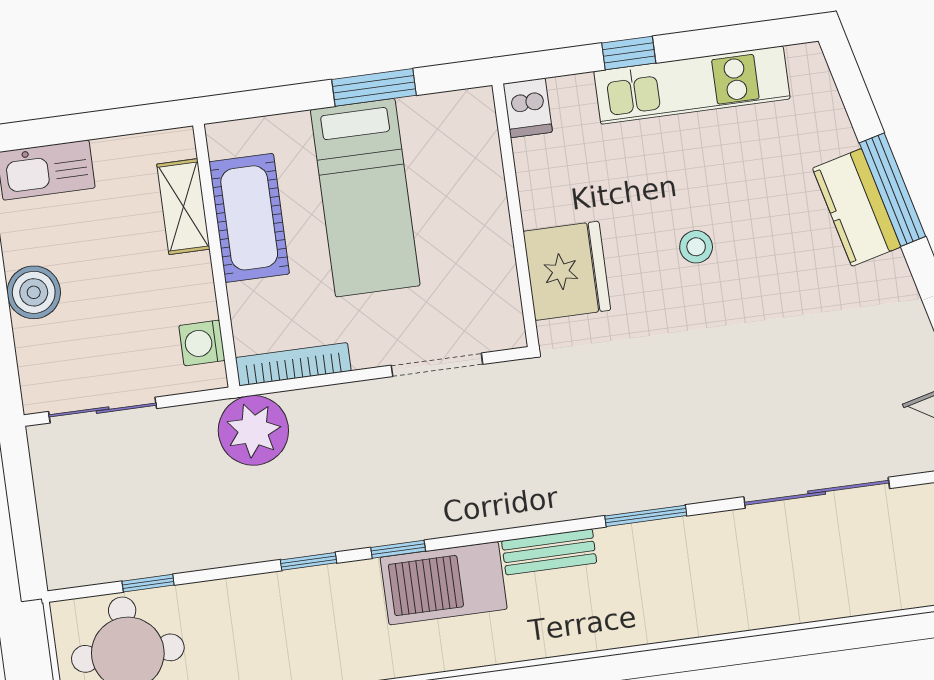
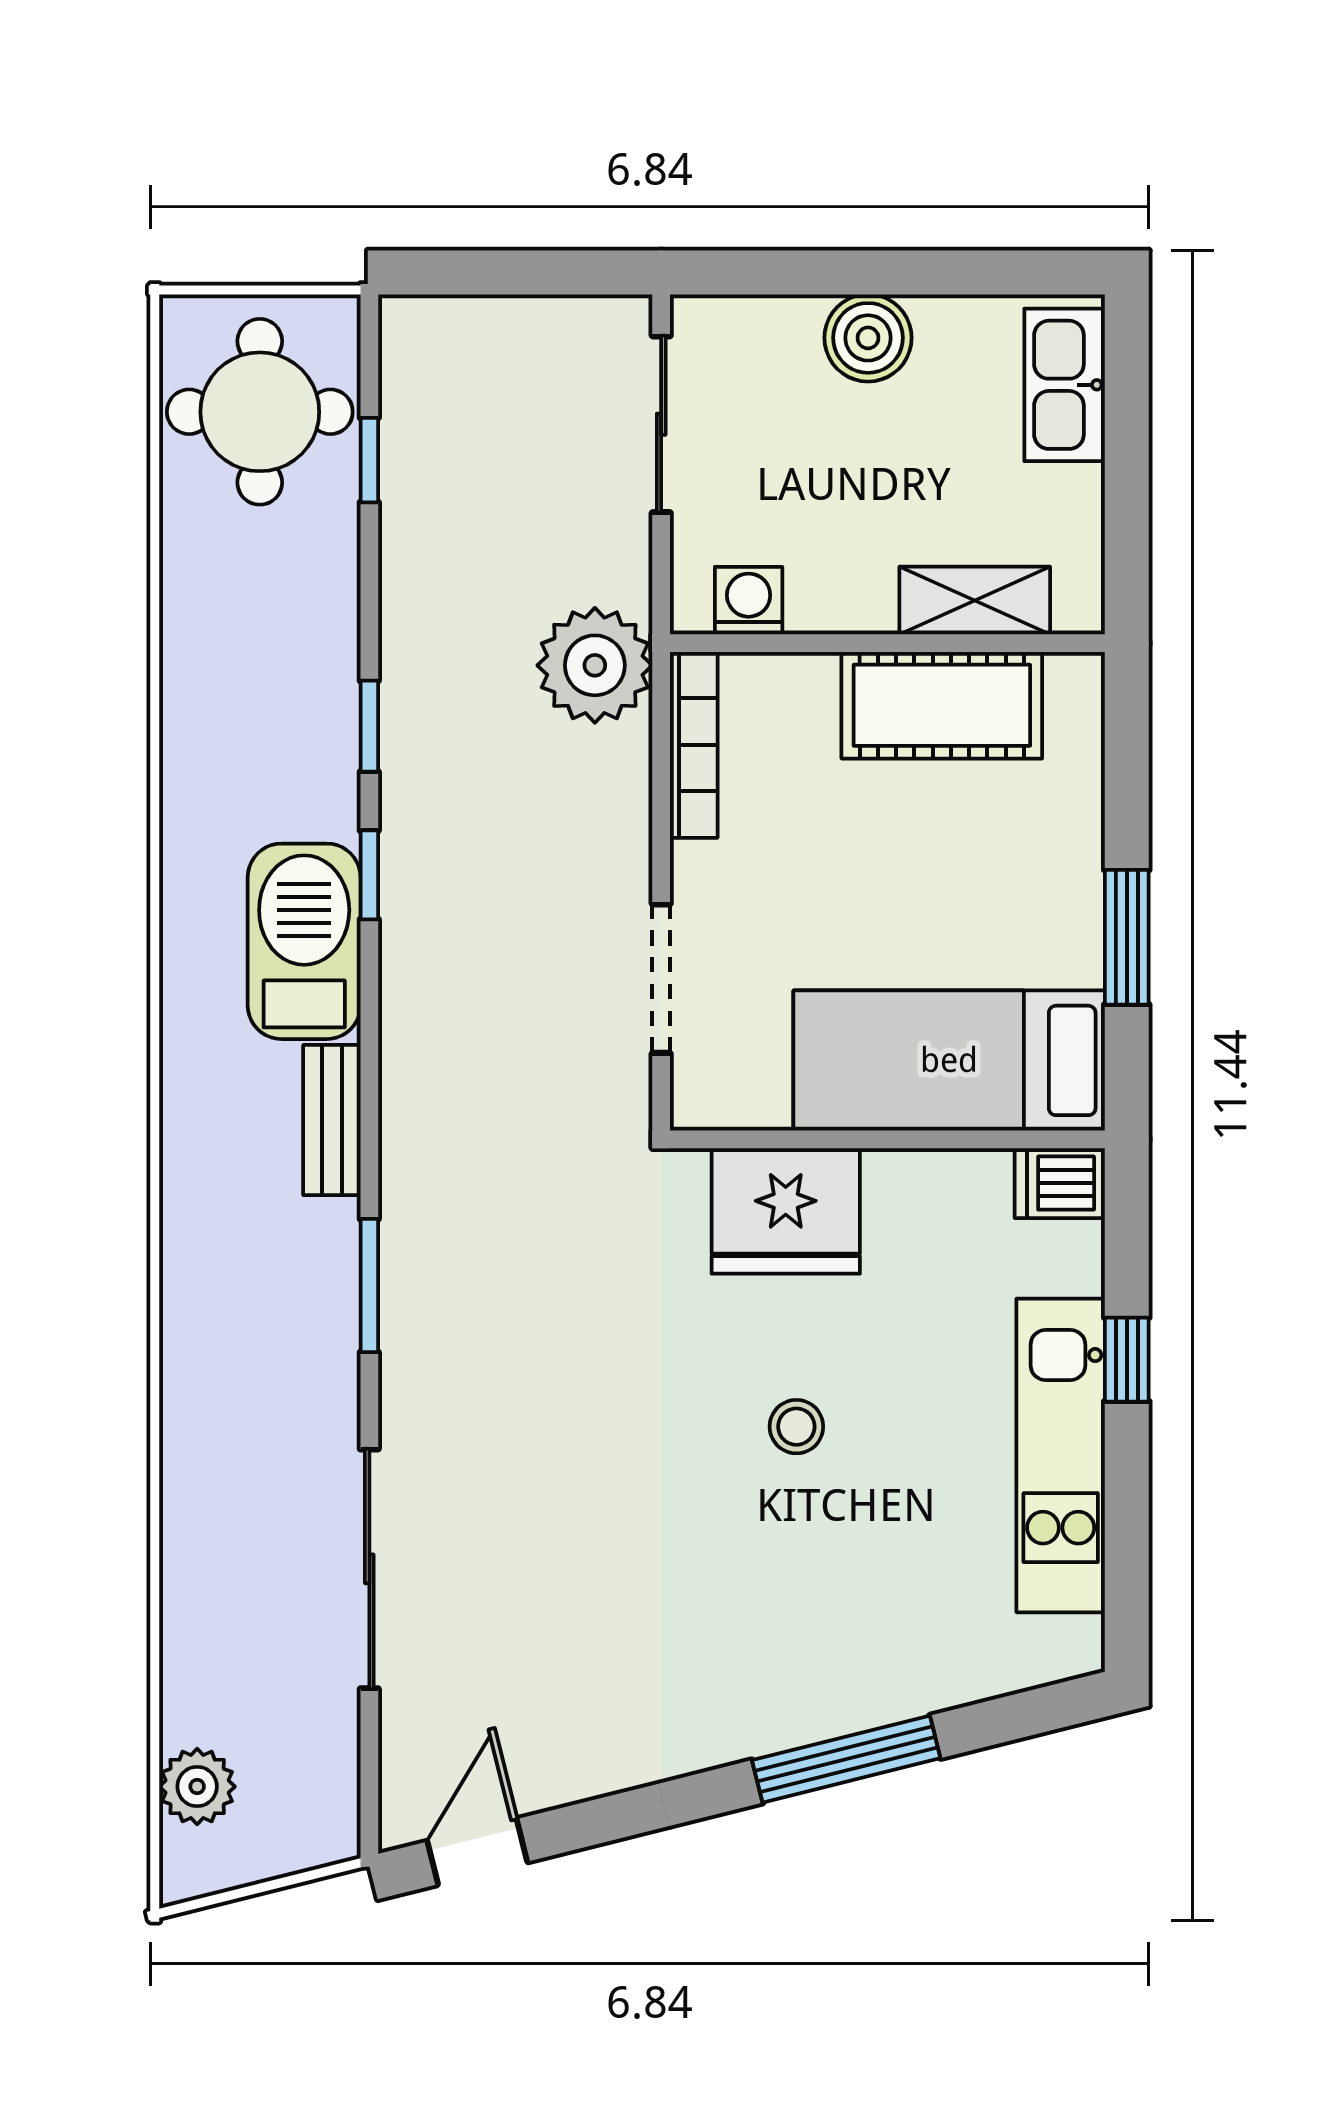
bed: (365, 198) -> (949, 1060), moved
kitchen counter: (857, 207) -> (825, 1697), removed

